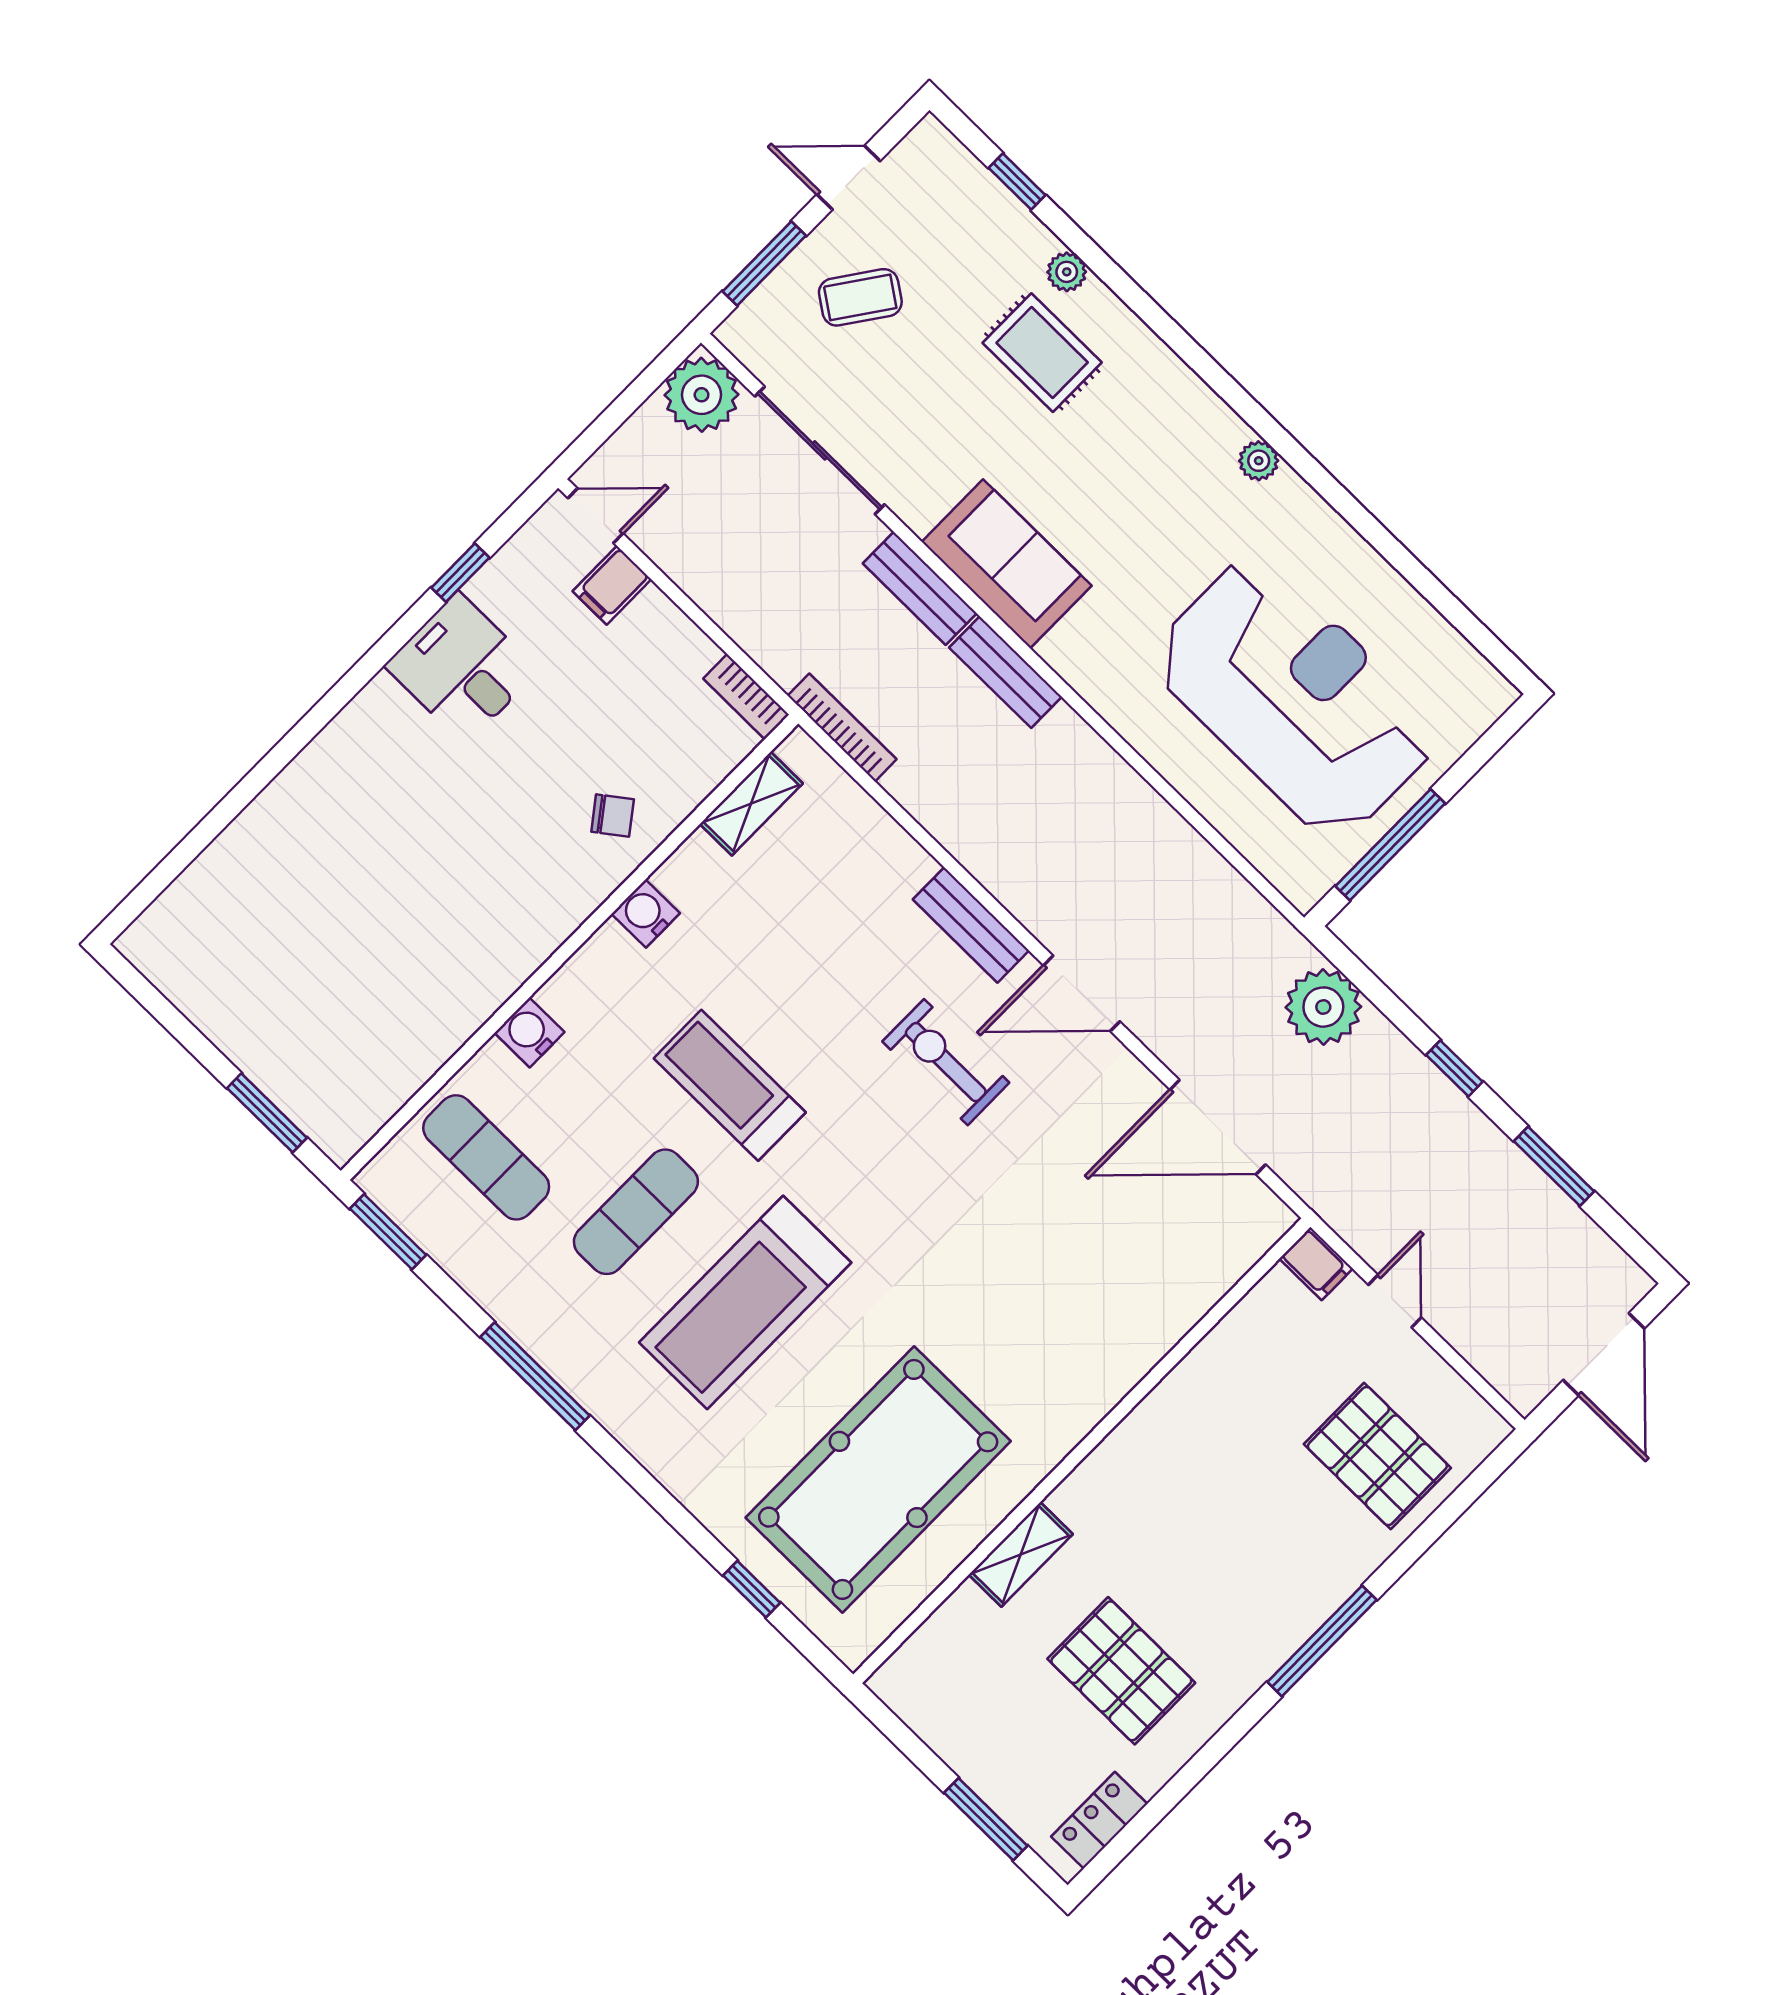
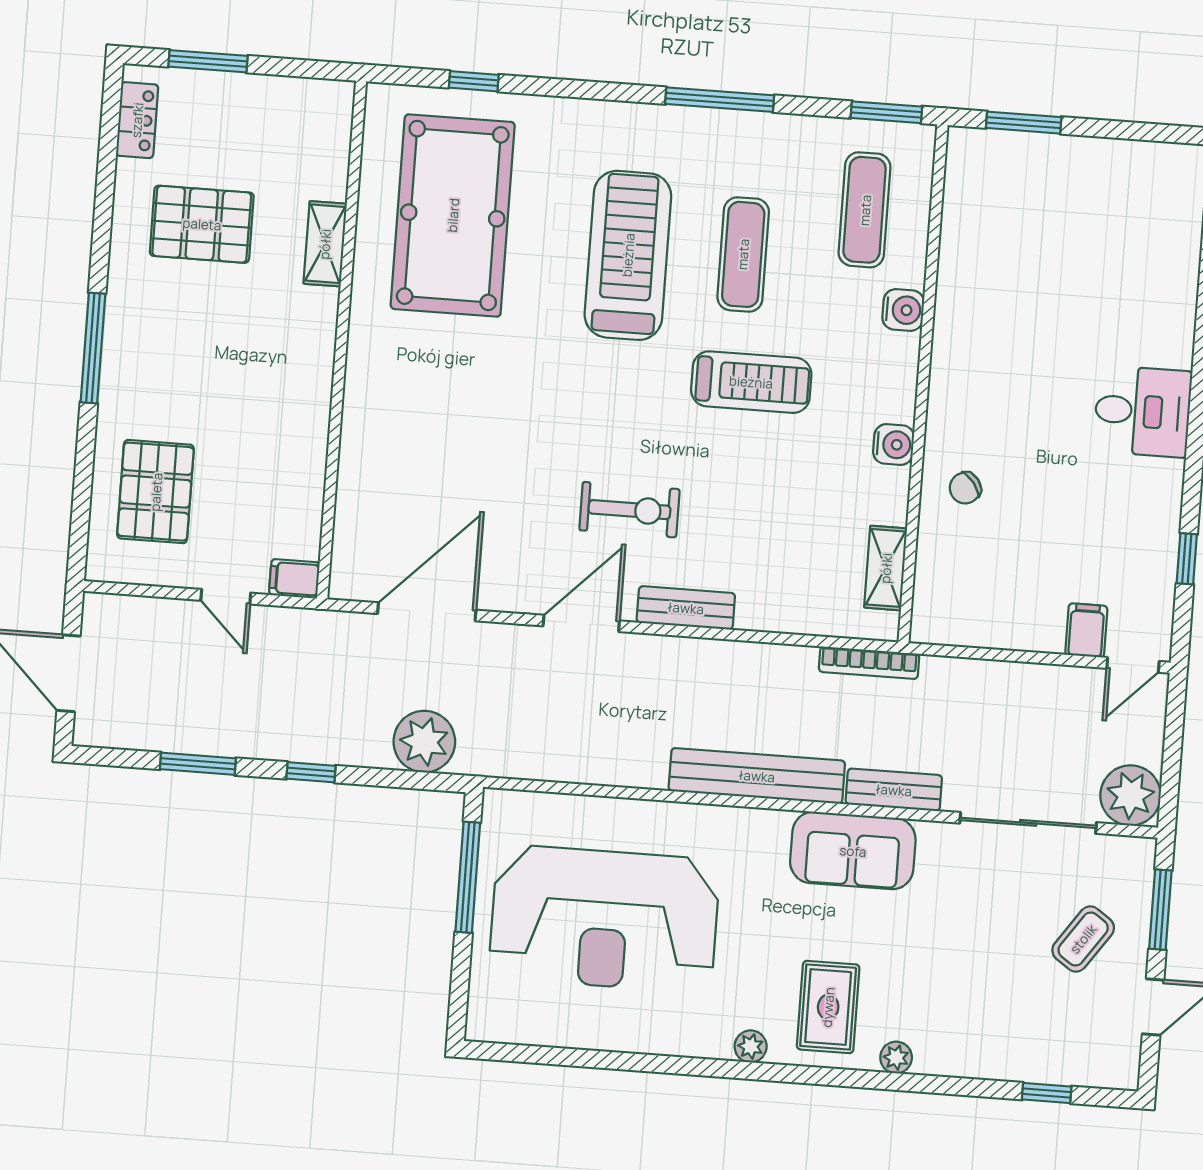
plant: (1067, 272) -> (896, 1057), moved
rug: (1042, 353) -> (828, 1007), moved, turned 90
desk: (462, 668) -> (1143, 411), moved
bench: (1005, 672) -> (757, 776), width x1.86, depth x1.21
bookcase: (746, 697) -> (945, 632), removed
exercise mat: (486, 1157) -> (865, 210), turned 90
pallet: (1377, 1456) -> (156, 492), turned 90

